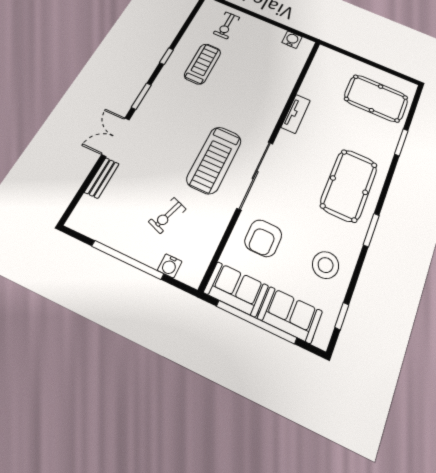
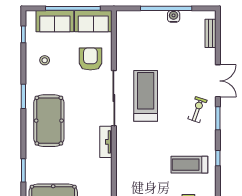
treadmill: (203, 64) -> (189, 165), turned 90
tv unit: (296, 114) -> (106, 142), moved
bench: (102, 178) -> (210, 33), moved
exercise bike: (167, 215) -> (198, 110), moved
stool: (326, 265) -> (45, 60), width x0.53, depth x0.53
water cooler: (170, 266) -> (174, 16), moved

